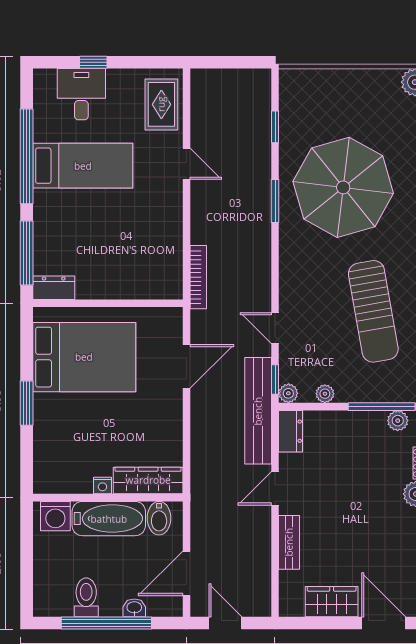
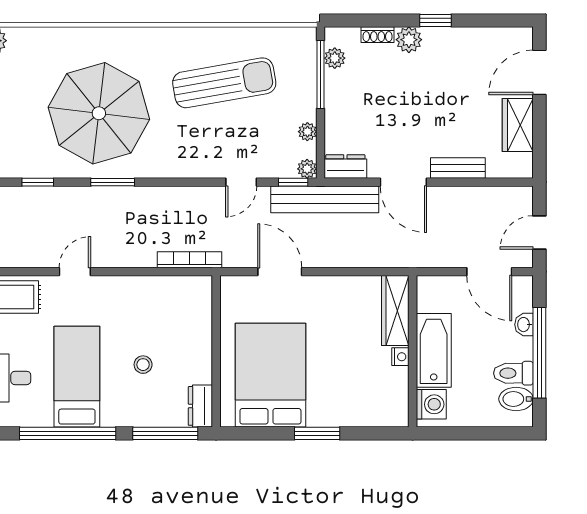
stool: (95, 231) -> (143, 365), added
door: (275, 488) -> (403, 182), width x1.38
bidet: (159, 518) -> (516, 399), moved, turned 180

